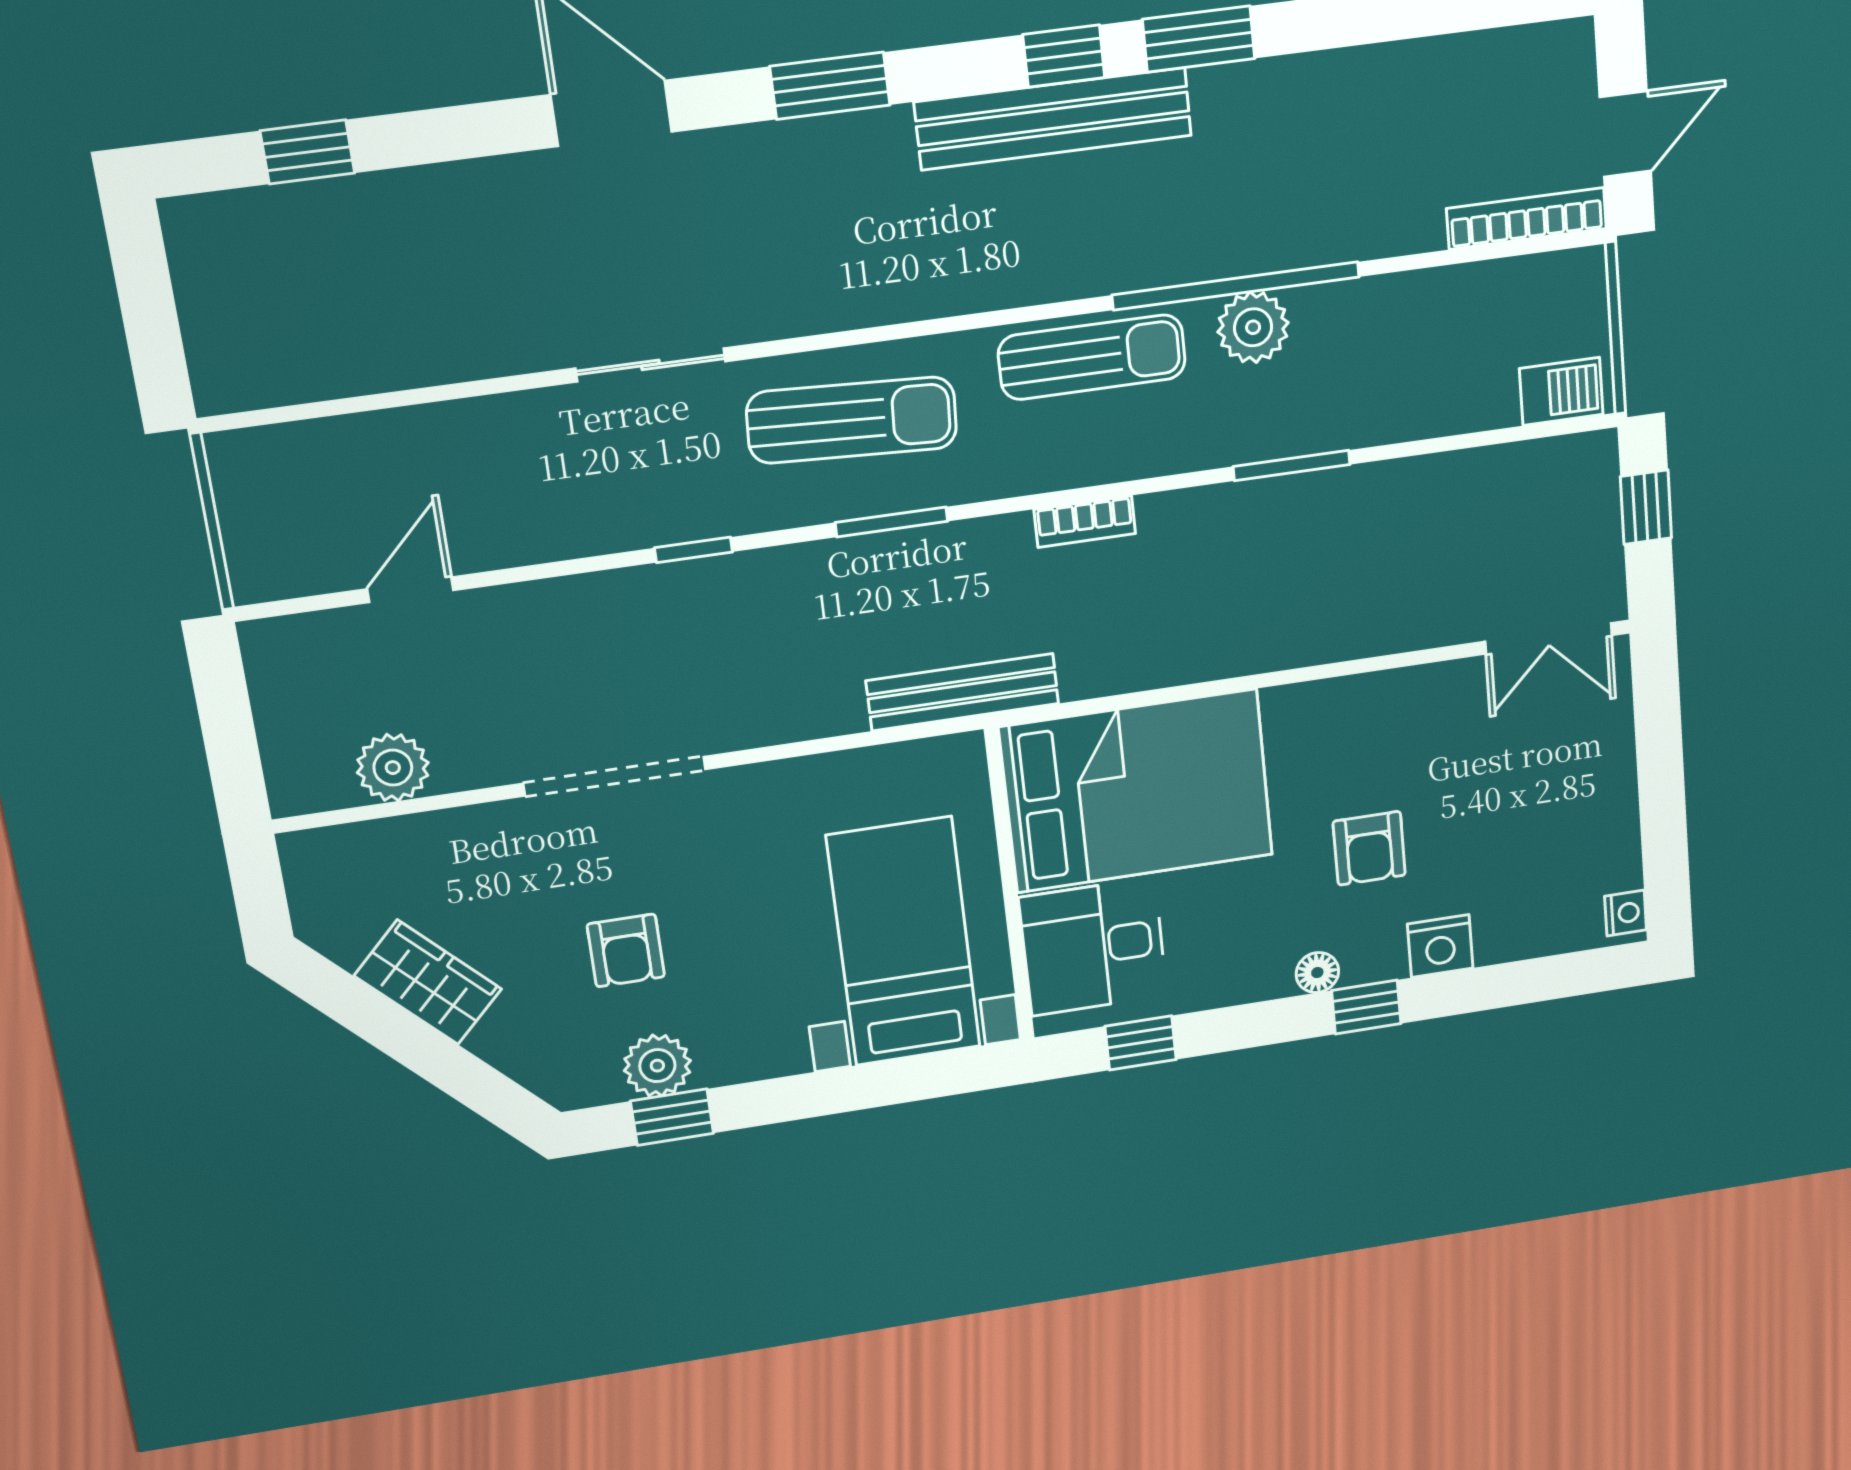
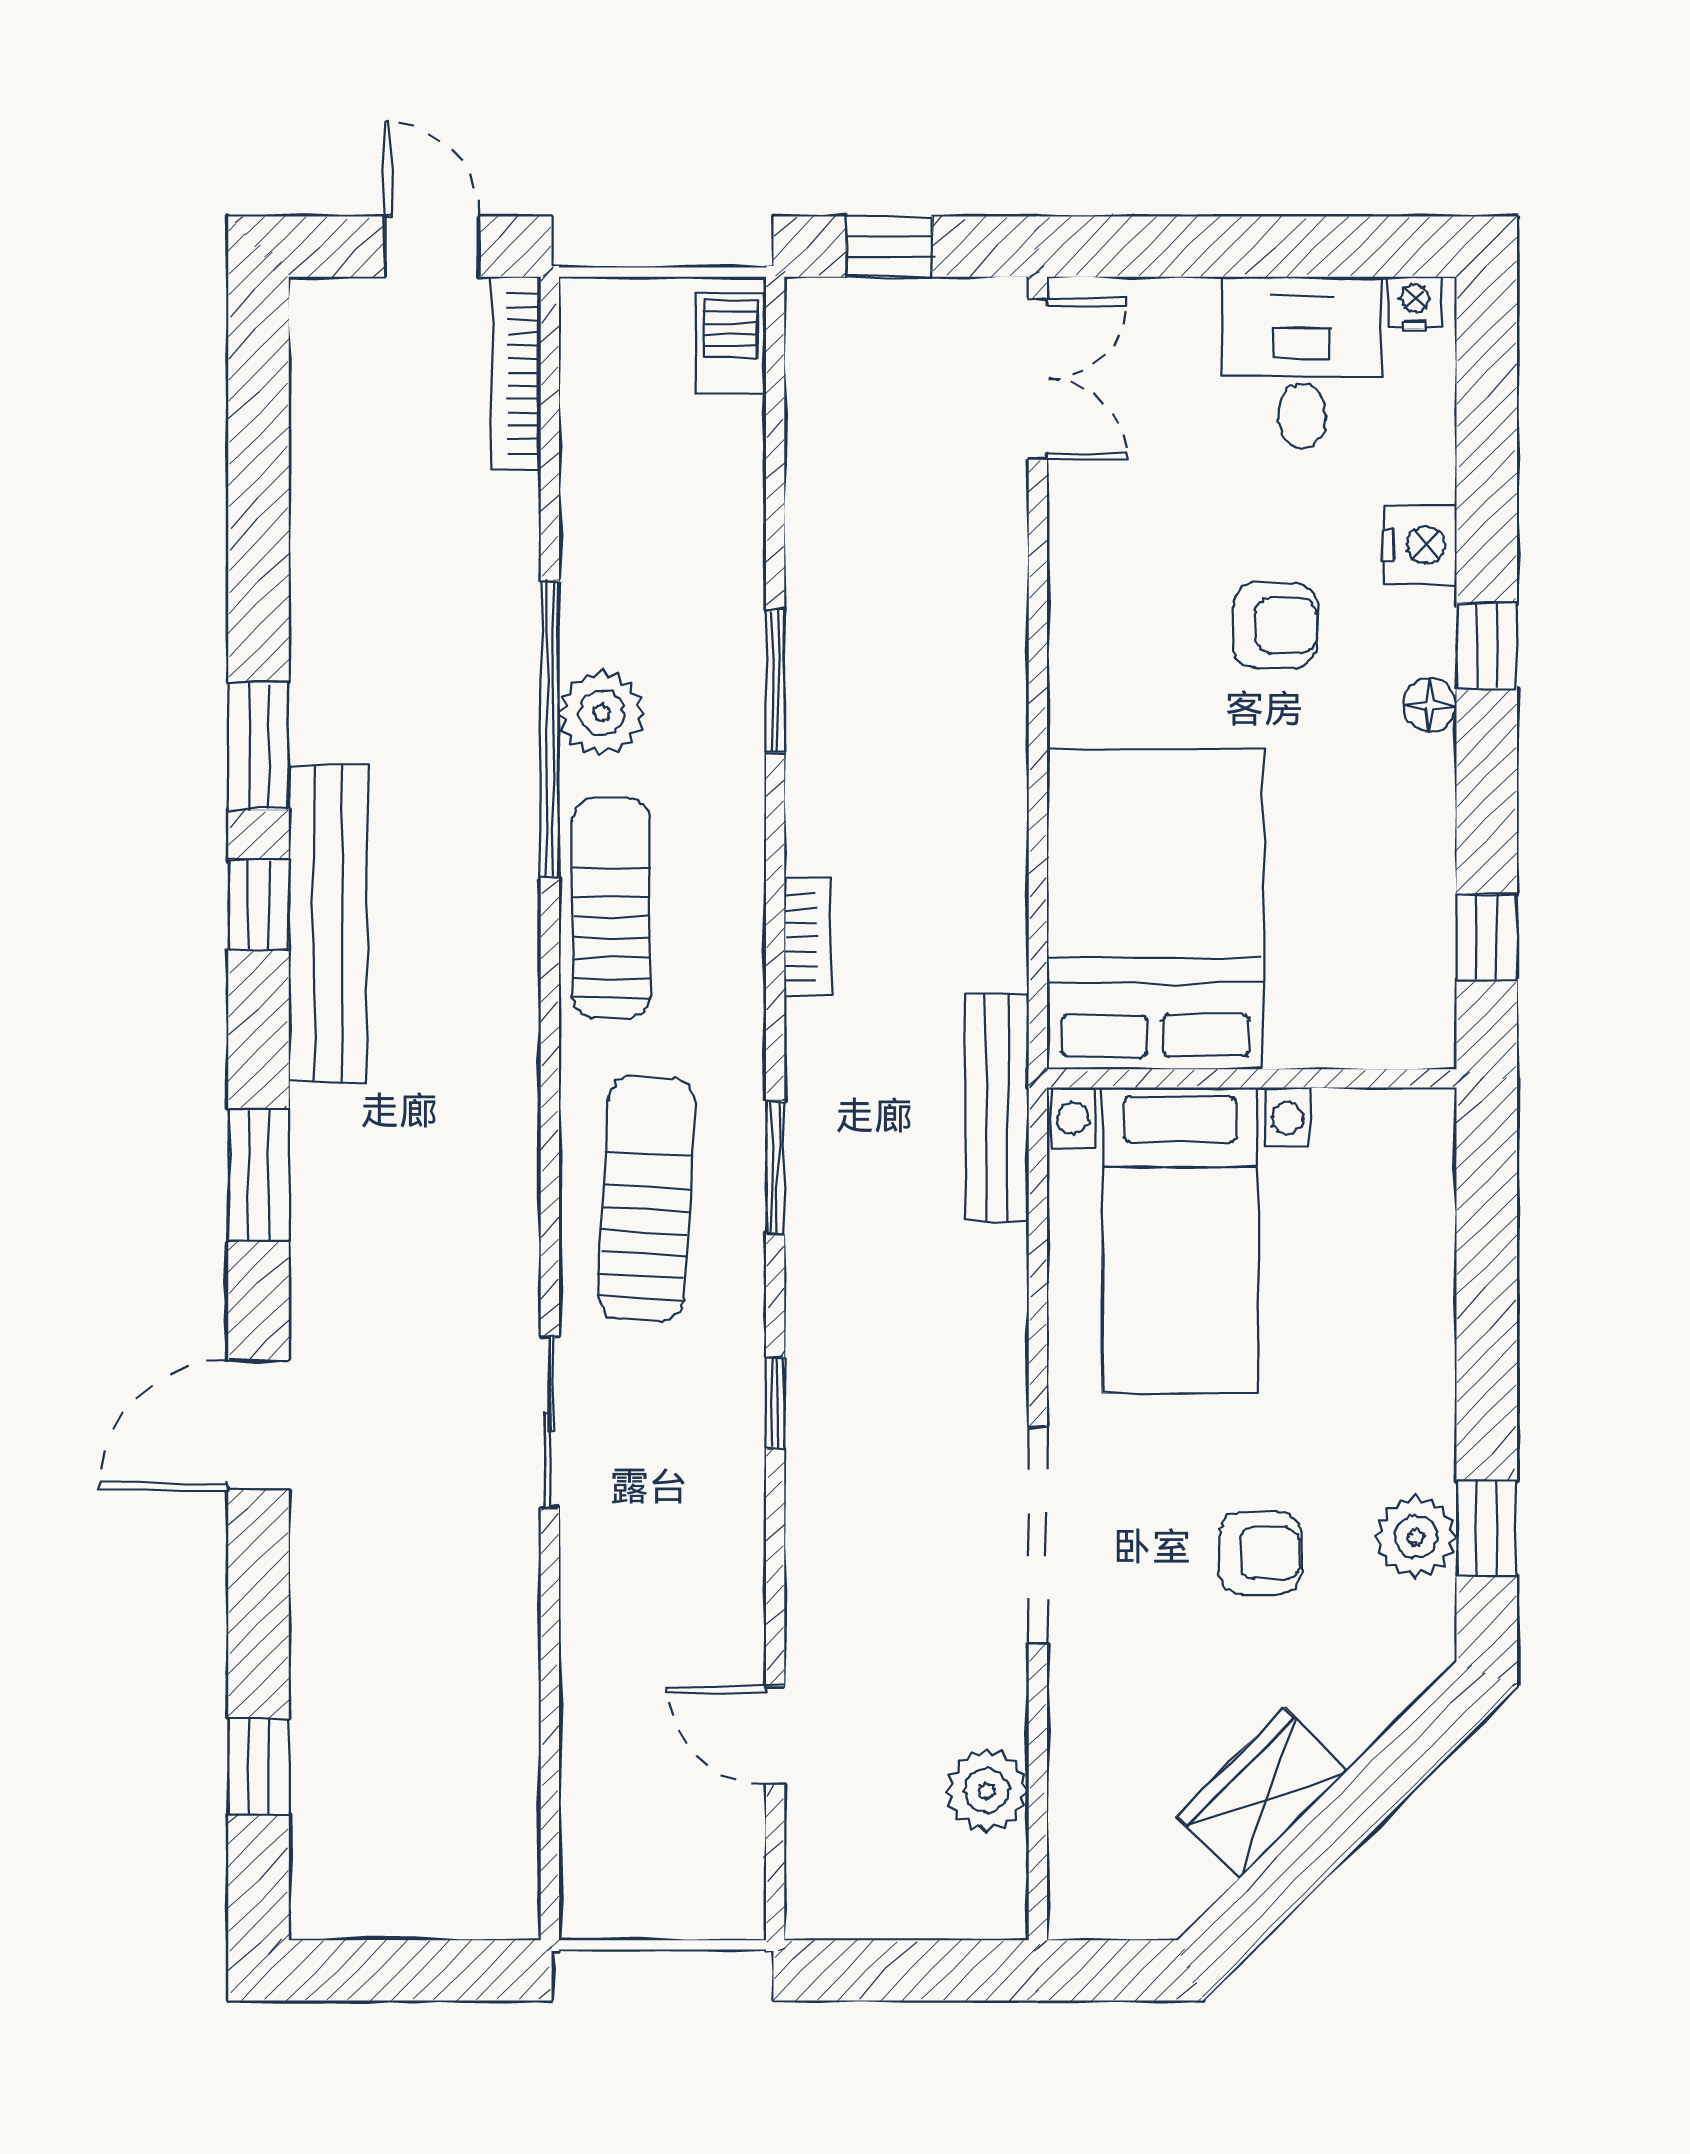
bed with nightstands: (904, 942) -> (1180, 1240), moved, turned -90
desk: (1093, 947) -> (1302, 362), moved, turned 180

